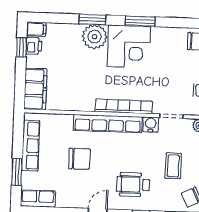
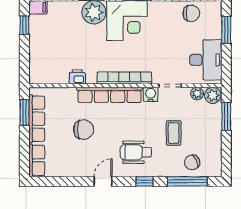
printer: (34, 46) -> (77, 77), moved, turned -90
filing cabinet: (35, 89) -> (39, 64), removed
window: (17, 172) -> (24, 112), moved
row of seats: (38, 199) -> (37, 160), moved, turned 90

